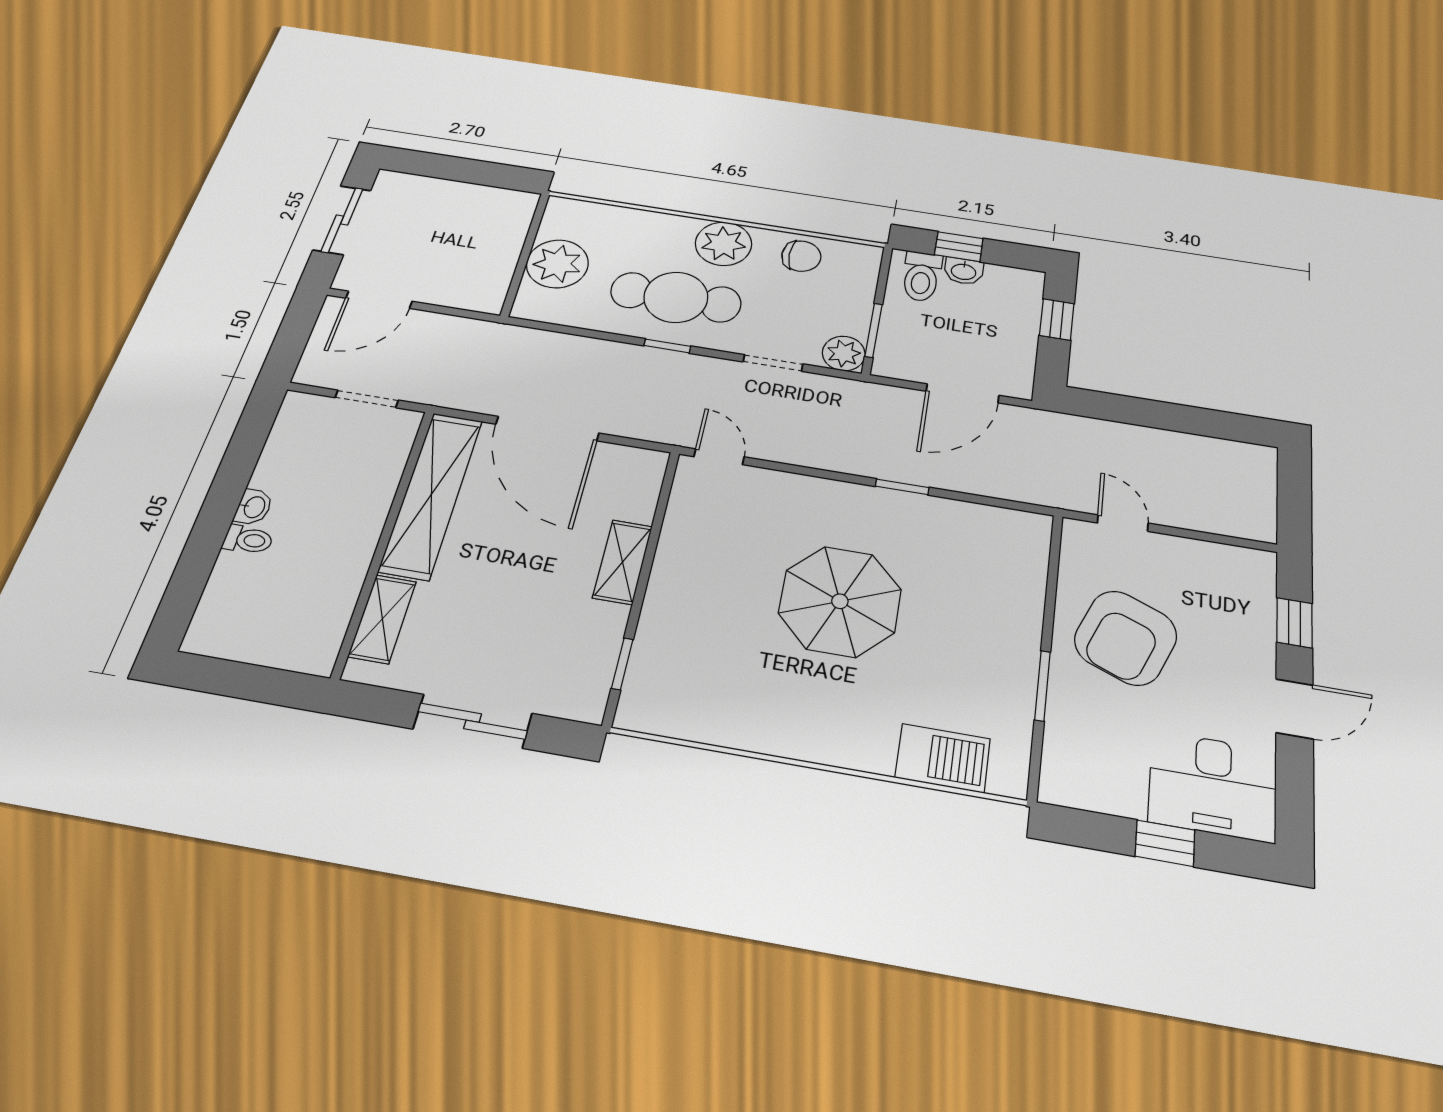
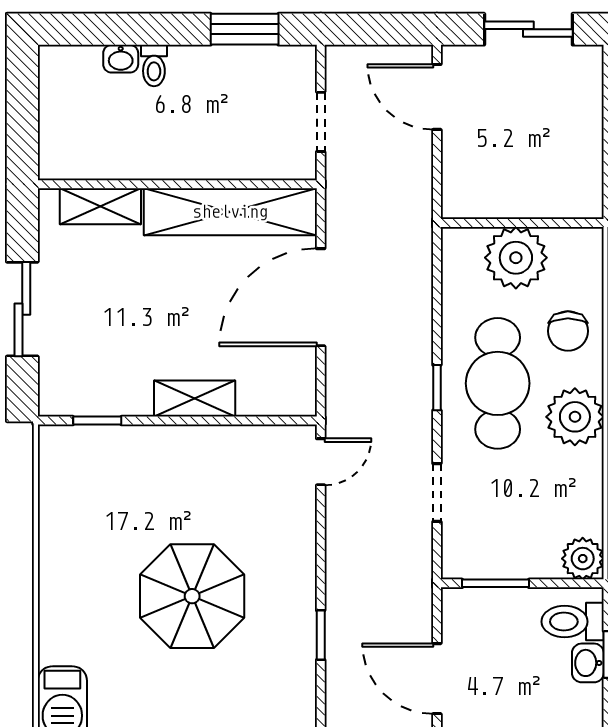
chair: (801, 256) -> (568, 331), moved
plant: (844, 353) -> (583, 559), moved
window: (244, 449) -> (245, 29), added
washbasin: (254, 507) -> (121, 59), moved

